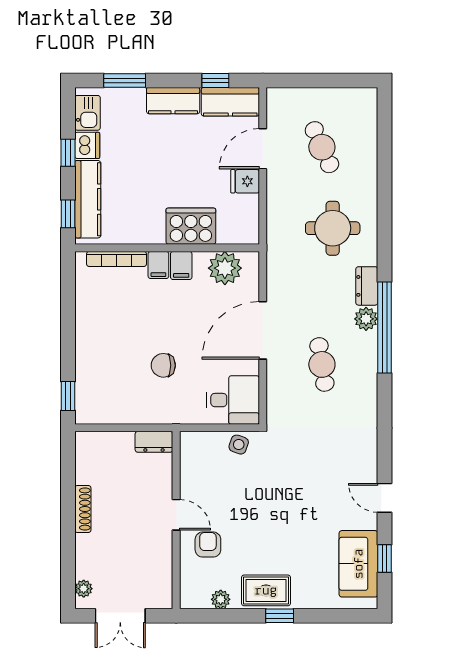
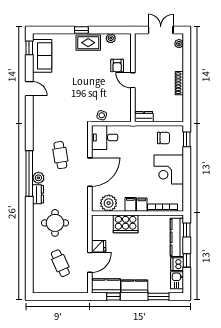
corner desk: (104, 336) -> (169, 169), added
chair: (163, 365) -> (164, 138), moved
window: (385, 558) -> (29, 48), moved

